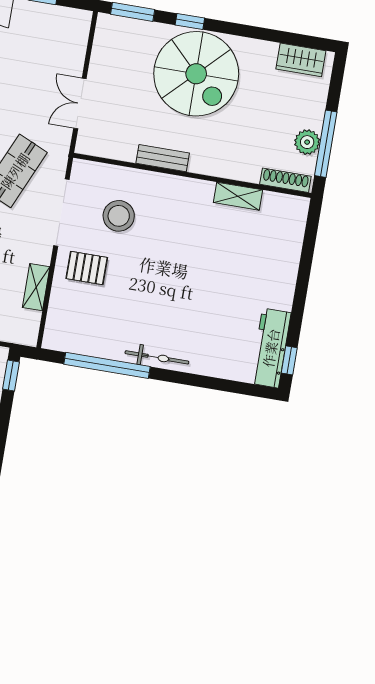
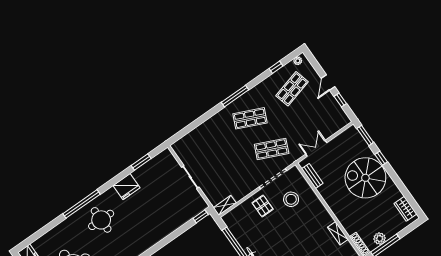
spiral stairs: (196, 74) -> (365, 178), turned 90
bench: (163, 158) -> (312, 176), moved
shelving: (36, 287) -> (225, 205), moved

